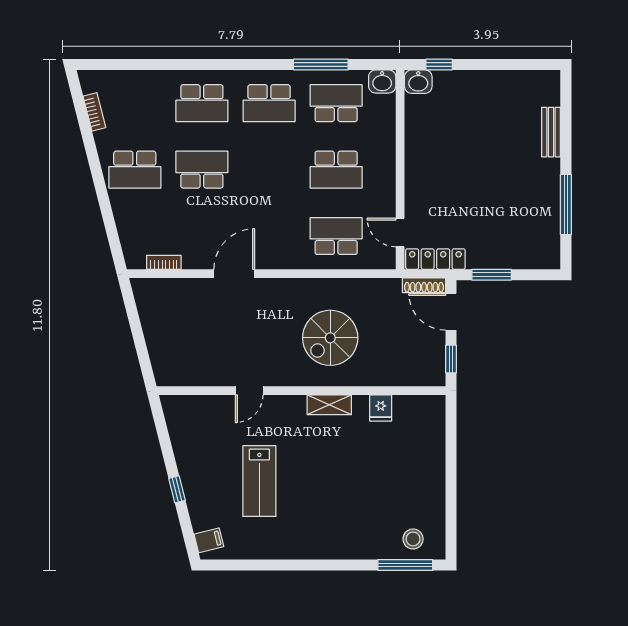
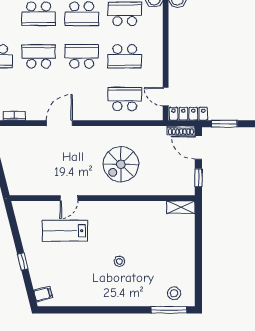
school desk: (269, 170) -> (82, 56), added
shelving: (329, 405) -> (181, 207), moved
fridge: (381, 408) -> (153, 209), removed
lab bench: (259, 481) -> (65, 231), moved, turned 90
stool: (328, 489) -> (119, 261), added

